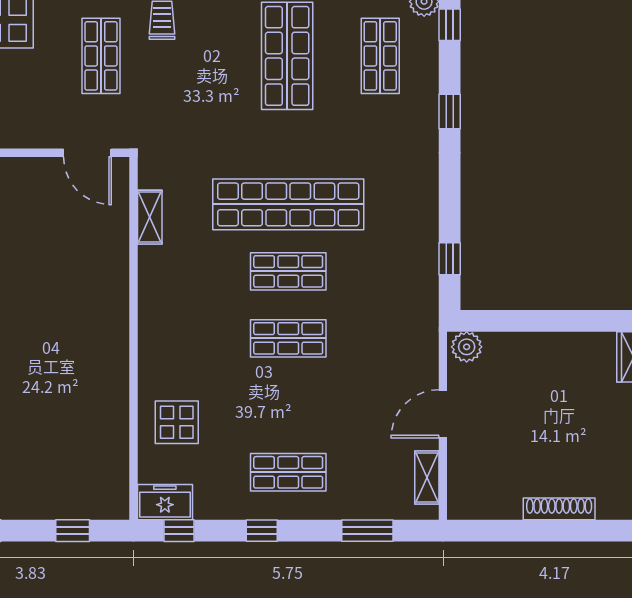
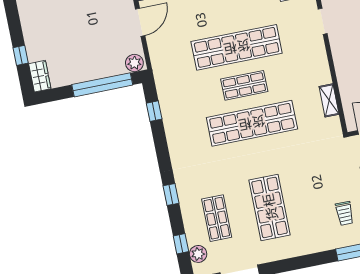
window: (529, 321) -> (102, 85), added
shop shelf: (288, 338) -> (237, 47), width x2.00, depth x1.36
doorway: (134, 353) -> (323, 21), added

